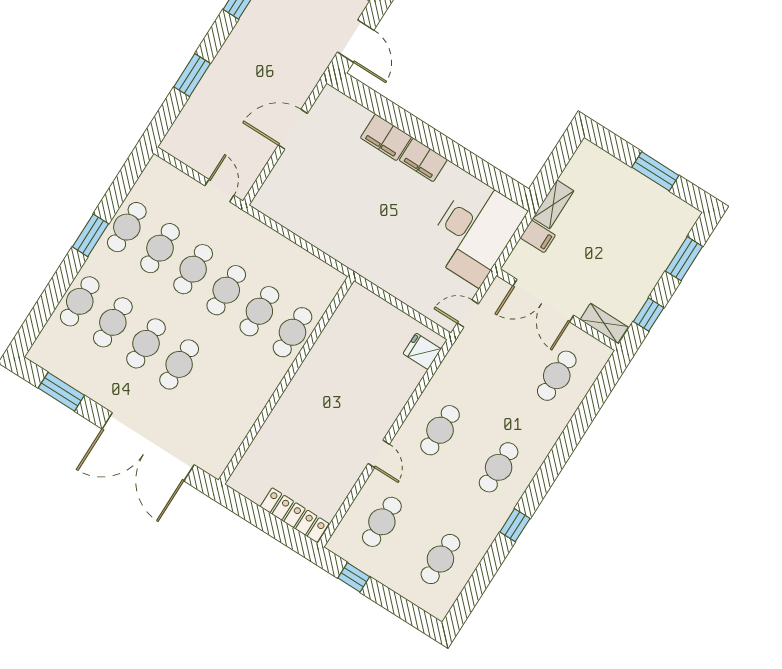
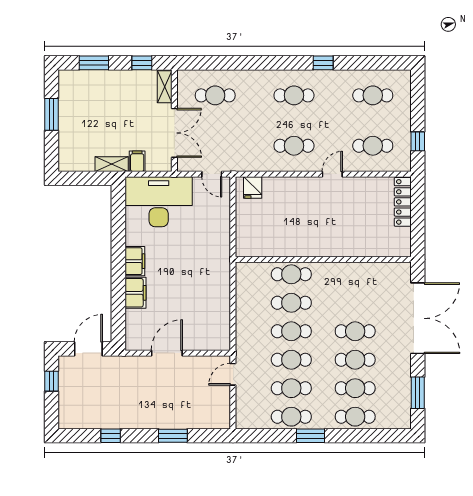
door: (293, 129) -> (167, 353), swing flipped

